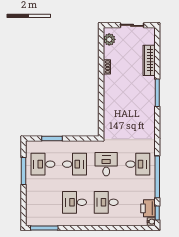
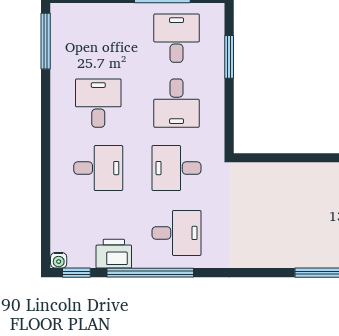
desk: (106, 164) -> (177, 168), turned 180
desk: (138, 164) -> (177, 233), turned -90
desk: (106, 202) -> (98, 168), turned 90
printer: (148, 208) -> (114, 254), moved

